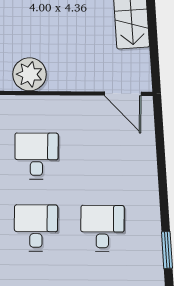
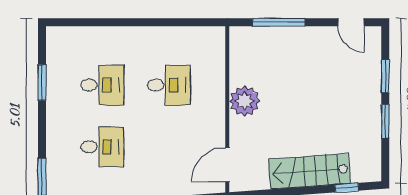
plant: (30, 74) -> (245, 101), moved

